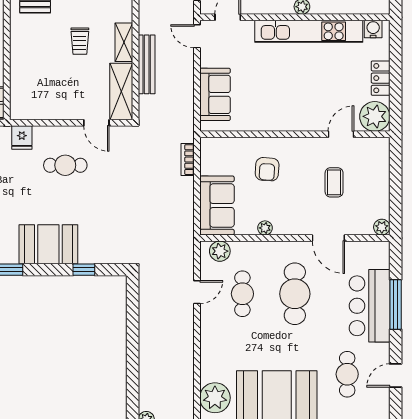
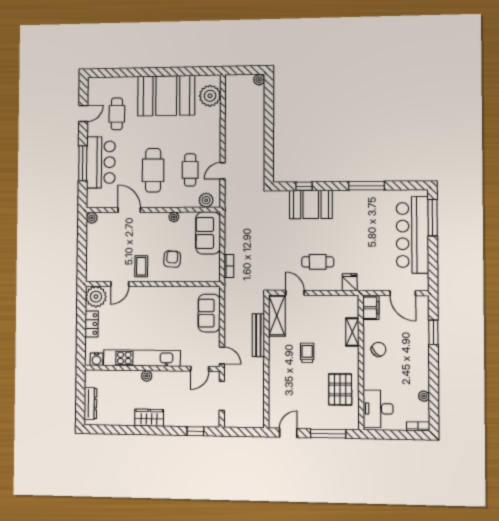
shelving: (124, 42) -> (352, 332), moved
coffee table: (334, 182) -> (141, 266), moved
booth: (48, 244) -> (311, 205), moved

